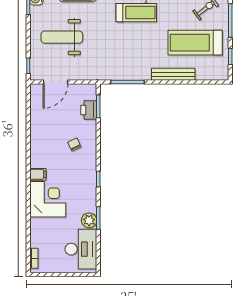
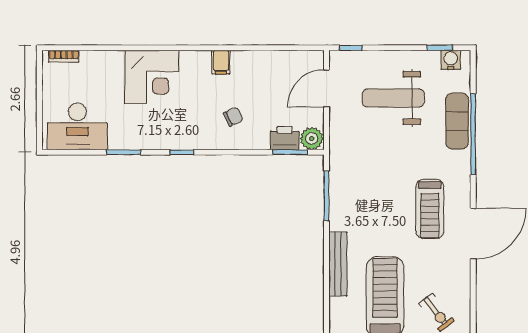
weight bench: (62, 37) -> (393, 98), turned -90
door: (55, 82) -> (327, 88), hinge flipped
filing cabinet: (38, 174) -> (221, 62), moved
plant: (89, 220) -> (312, 139), moved

